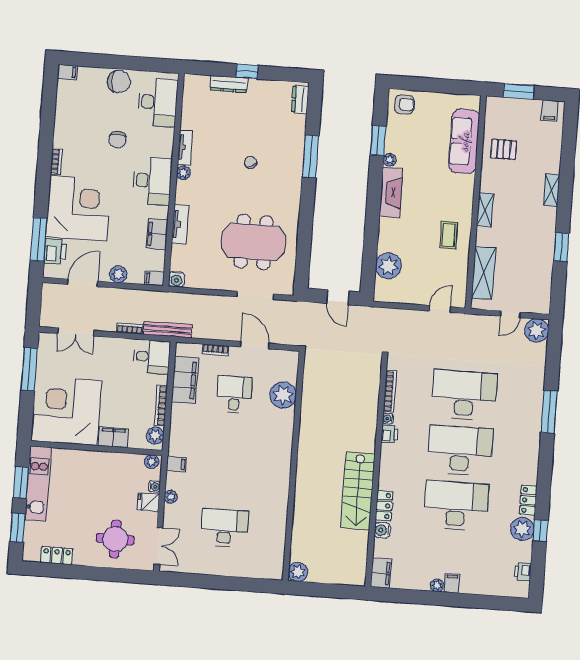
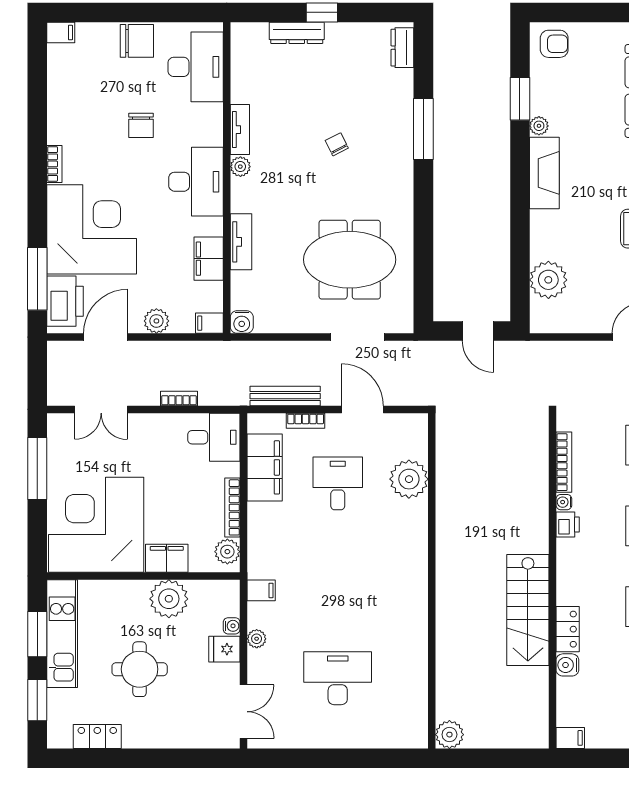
printer: (55, 251) -> (65, 301), width x1.37, depth x1.19
bench: (168, 330) -> (285, 396), moved
plant: (152, 462) -> (169, 599), moved, width x1.88, depth x1.88
round table: (115, 539) -> (140, 669), moved
filing cabinet: (381, 573) -> (570, 738), width x0.50

